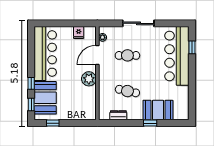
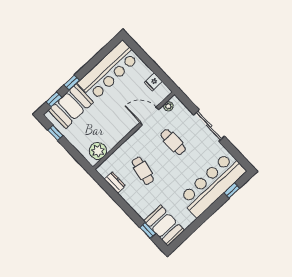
plant: (89, 79) -> (98, 151), moved
booth: (158, 110) -> (164, 225), moved
window: (150, 123) -> (148, 230), moved

